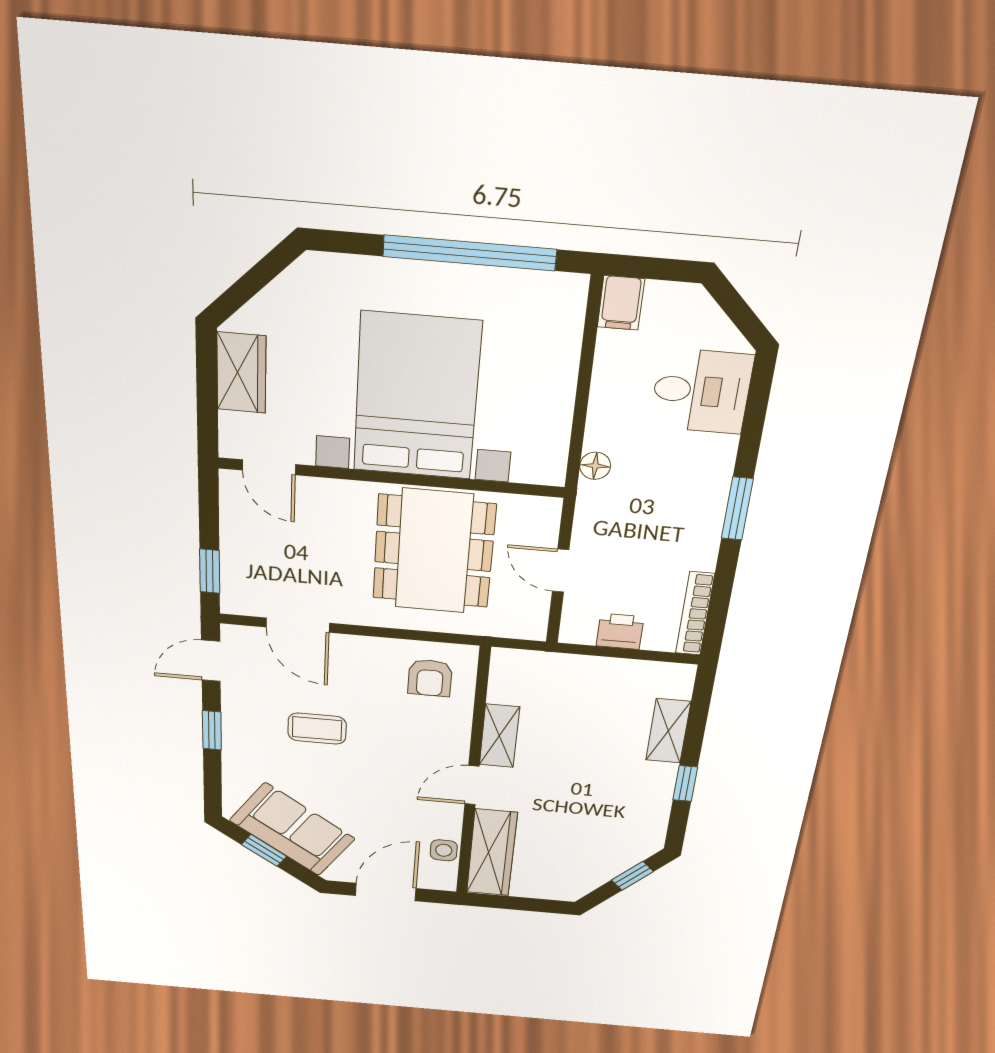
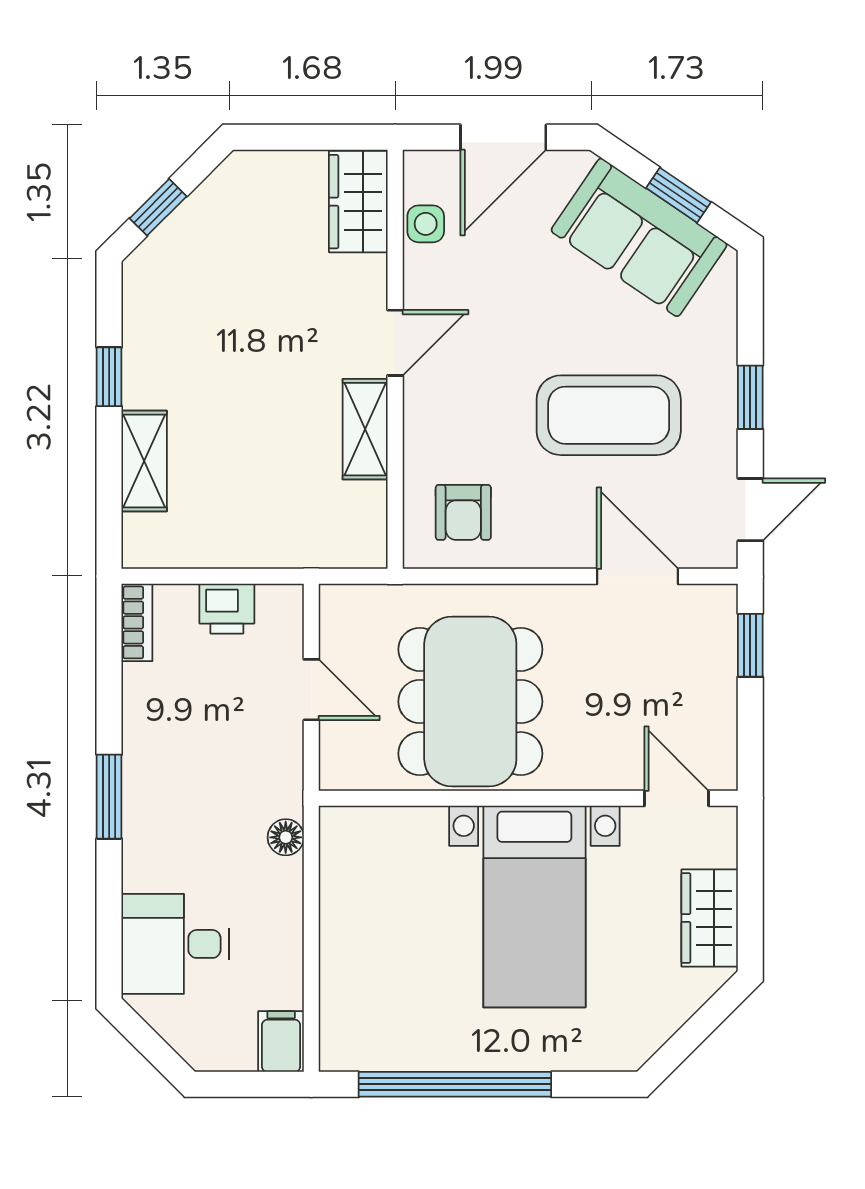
bed with nightstands: (417, 397) -> (534, 907), width x0.73
bookcase: (695, 614) -> (137, 622), width x0.64
armchair: (430, 678) -> (463, 512), turned 180
coffee table: (317, 729) -> (609, 415), width x1.86, depth x1.72
wardrobe: (492, 853) -> (358, 202), width x0.67

